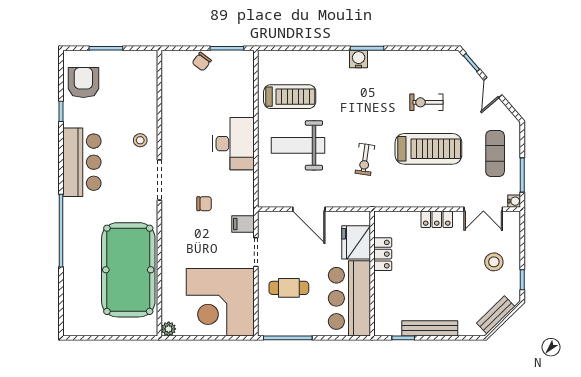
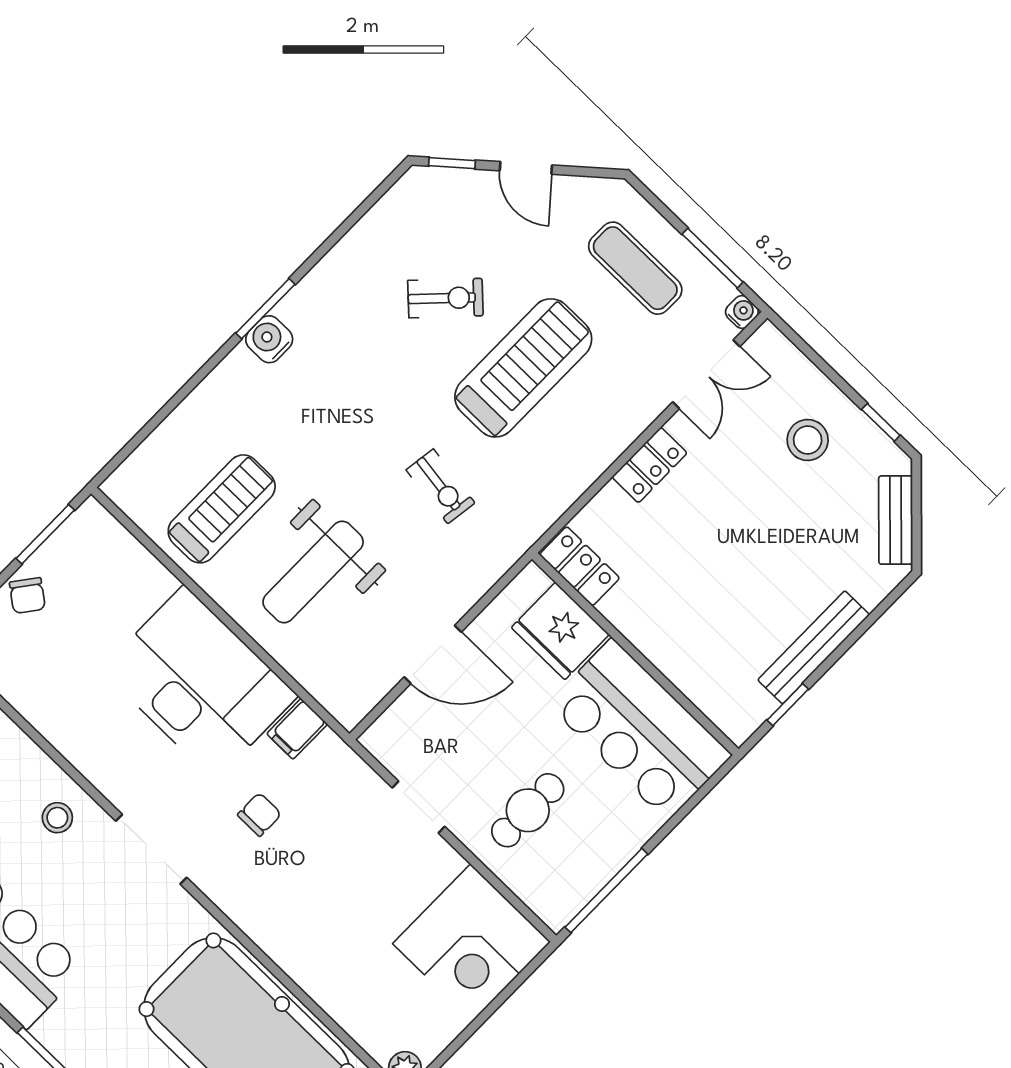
exercise bike: (426, 102) -> (445, 298), turned -136
desk: (234, 144) -> (199, 683), width x1.36, depth x1.30
filing cabinet: (243, 224) -> (297, 729), moved
locker: (383, 254) -> (580, 566), moved
corner desk: (220, 302) -> (472, 943), width x0.74, depth x0.74

